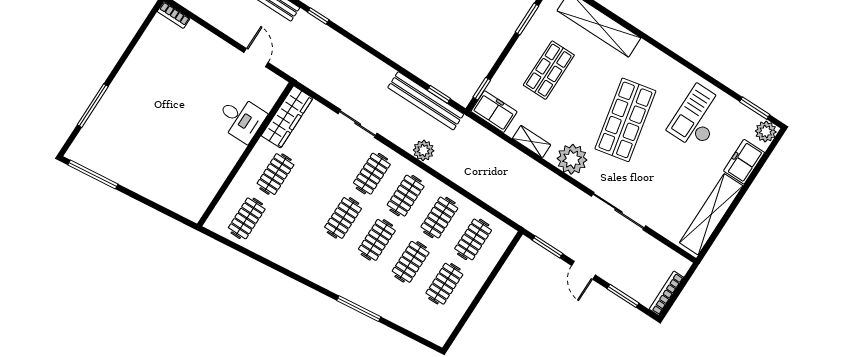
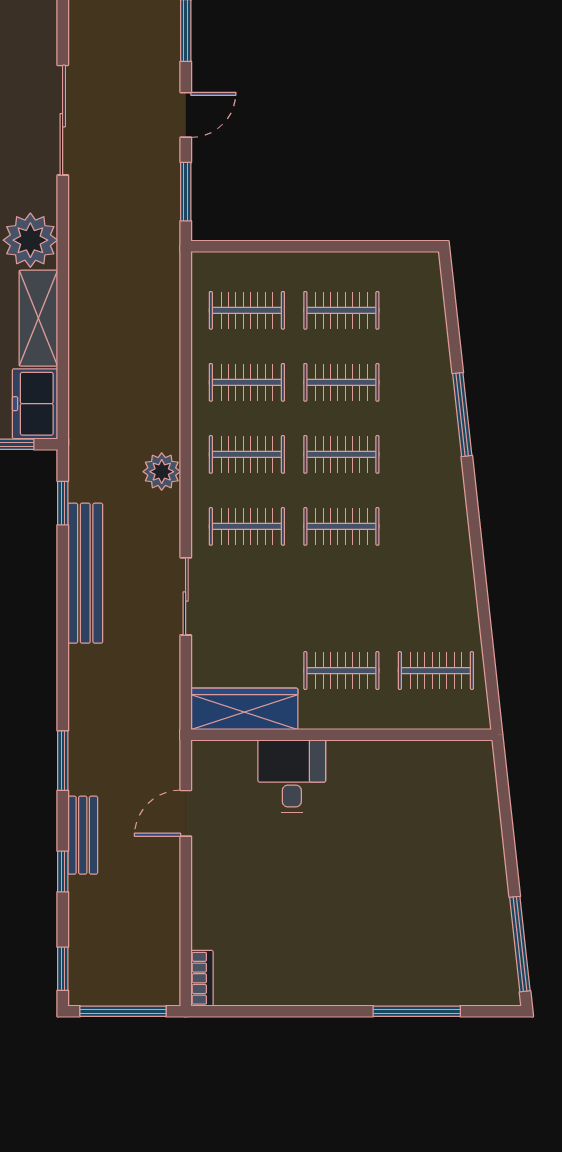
window: (318, 16) -> (63, 761), width x1.50
bench: (426, 101) -> (85, 573), moved
shelving: (532, 142) -> (38, 318), width x1.50, depth x1.33

